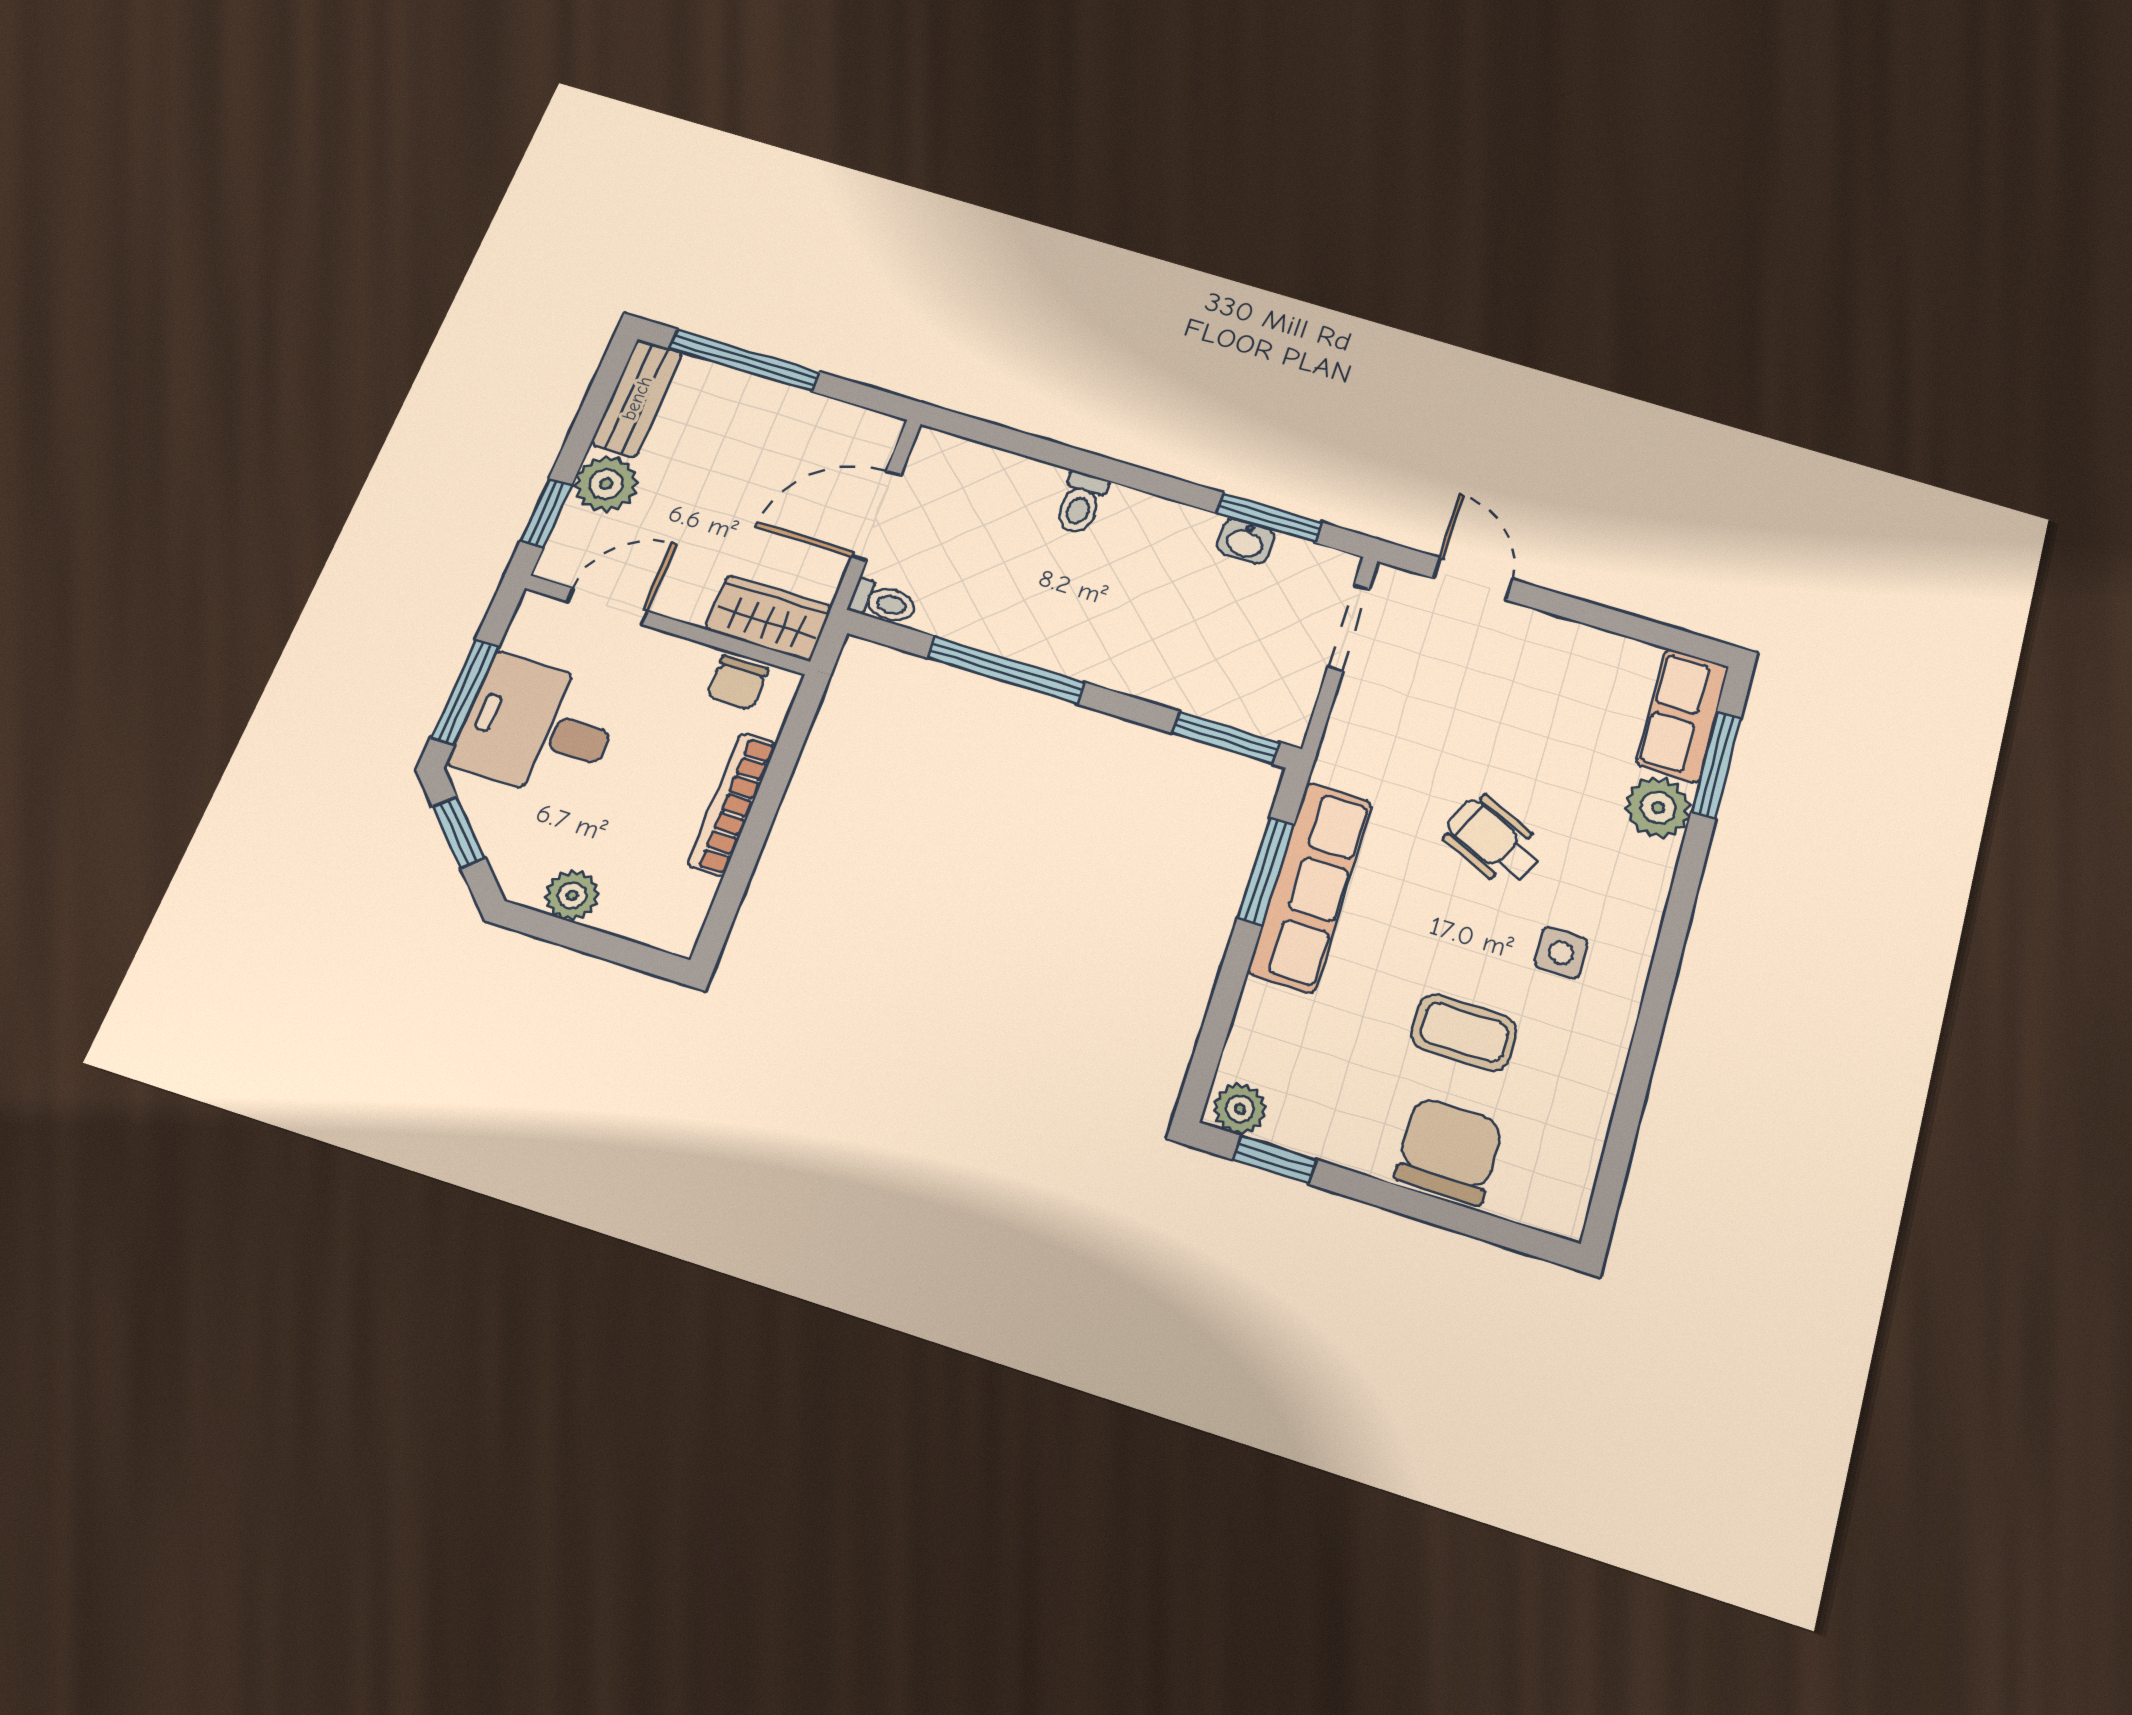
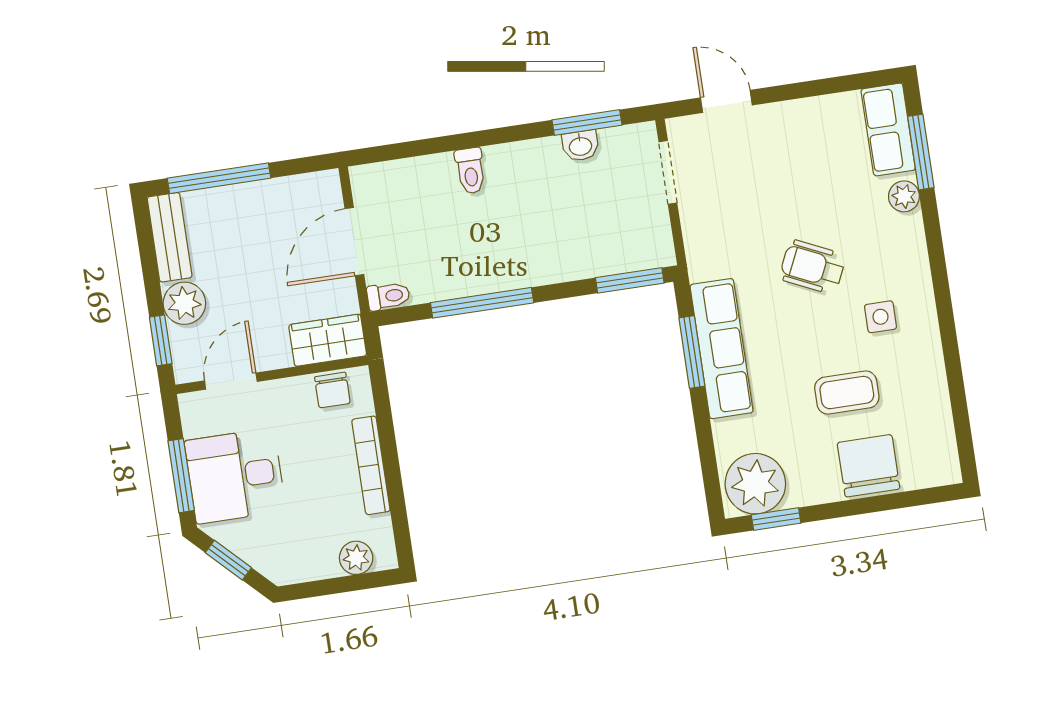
plant: (1658, 808) -> (904, 196), width x0.73, depth x0.73
plant: (572, 895) -> (356, 558), moved
plant: (1240, 1109) -> (755, 484), width x1.87, depth x1.87

